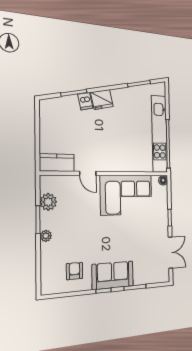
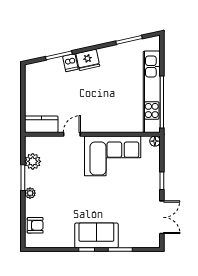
door: (88, 173) -> (72, 134), swing flipped
armchair: (74, 271) -> (35, 225), moved, turned 90

